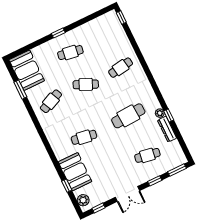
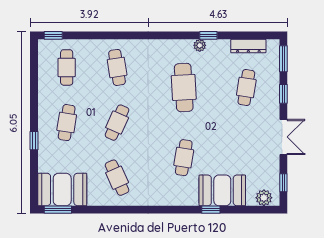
window: (58, 33) -> (34, 141), moved
cafe table: (105, 36) -> (67, 67), added
window: (20, 90) -> (58, 210), moved
dresser: (167, 129) -> (248, 46), moved
window: (67, 186) -> (211, 210), moved

